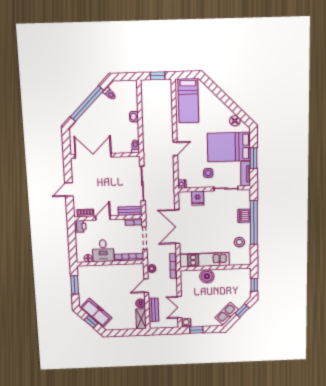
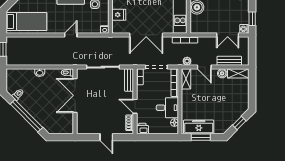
door: (175, 149) -> (71, 35), hinge flipped
double door: (93, 156) -> (75, 95), moved
shelving: (134, 268) -> (186, 79), added
freezer: (96, 313) -> (199, 127), moved, turned 45

